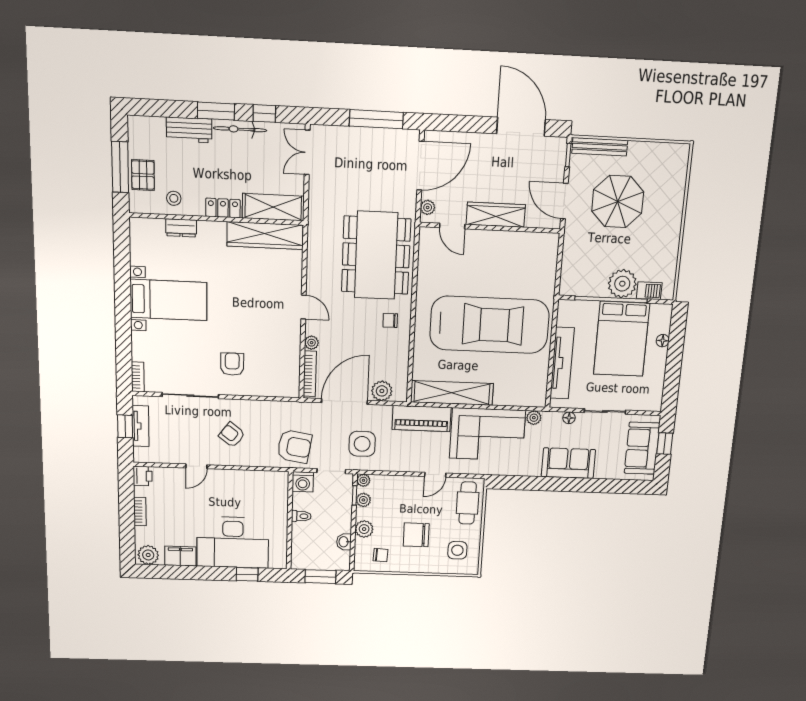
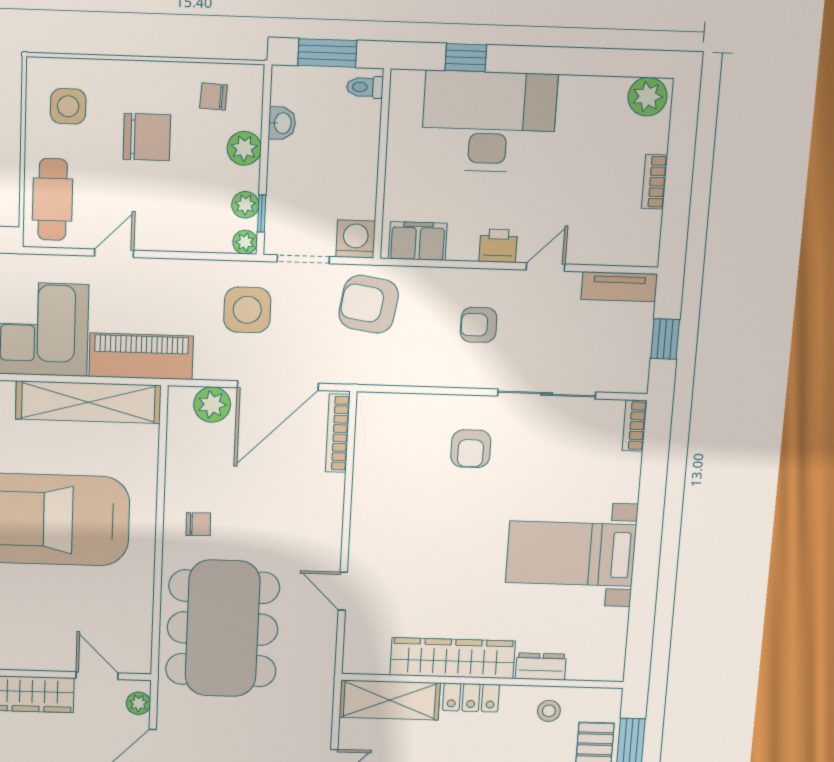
wardrobe: (265, 236) -> (453, 658), moved
door: (304, 307) -> (343, 591), moved
plant: (312, 343) -> (333, 486), removed
tv unit: (141, 426) -> (619, 287), moved, turned -90
armchair: (232, 435) -> (479, 325), turned 143
printer: (143, 476) -> (498, 246), moved, turned 90
toilet: (301, 516) -> (365, 87), moved
filing cabinet: (180, 556) -> (418, 241), moved, turned 180

